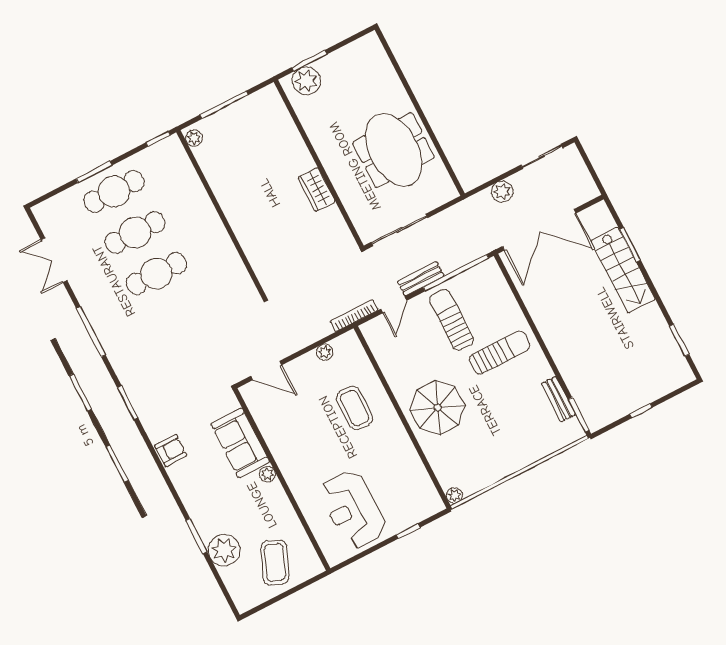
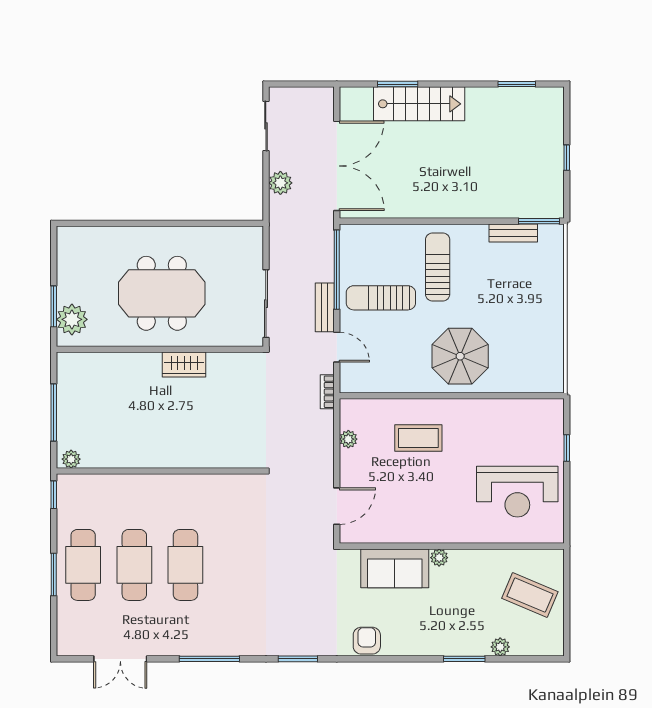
meeting table: (394, 150) -> (162, 293), moved
bookcase: (354, 316) -> (327, 392), width x0.64
plant: (454, 495) -> (555, 384), removed
plant: (224, 550) -> (500, 647), width x0.53, depth x0.53

